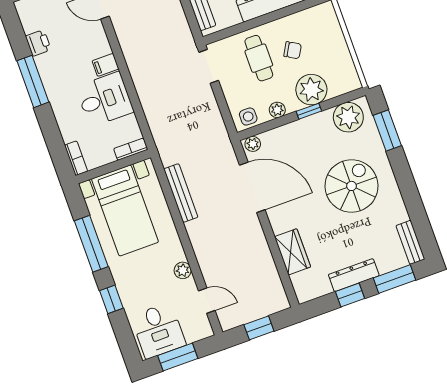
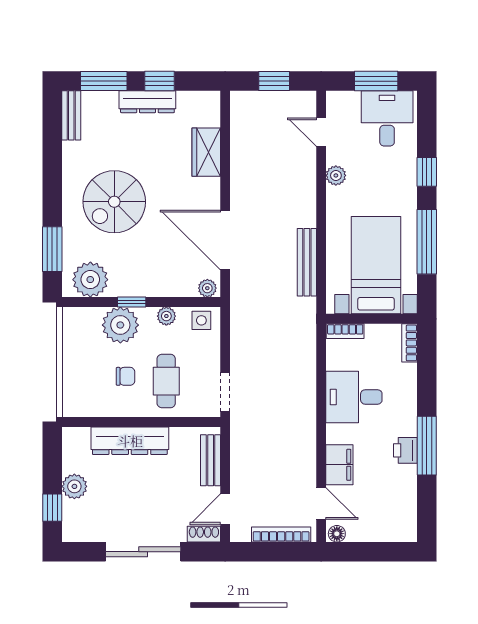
printer: (38, 43) -> (405, 450), moved
chair: (293, 50) -> (125, 376), turned 150
filing cabinet: (105, 65) -> (339, 465), moved, width x2.00

